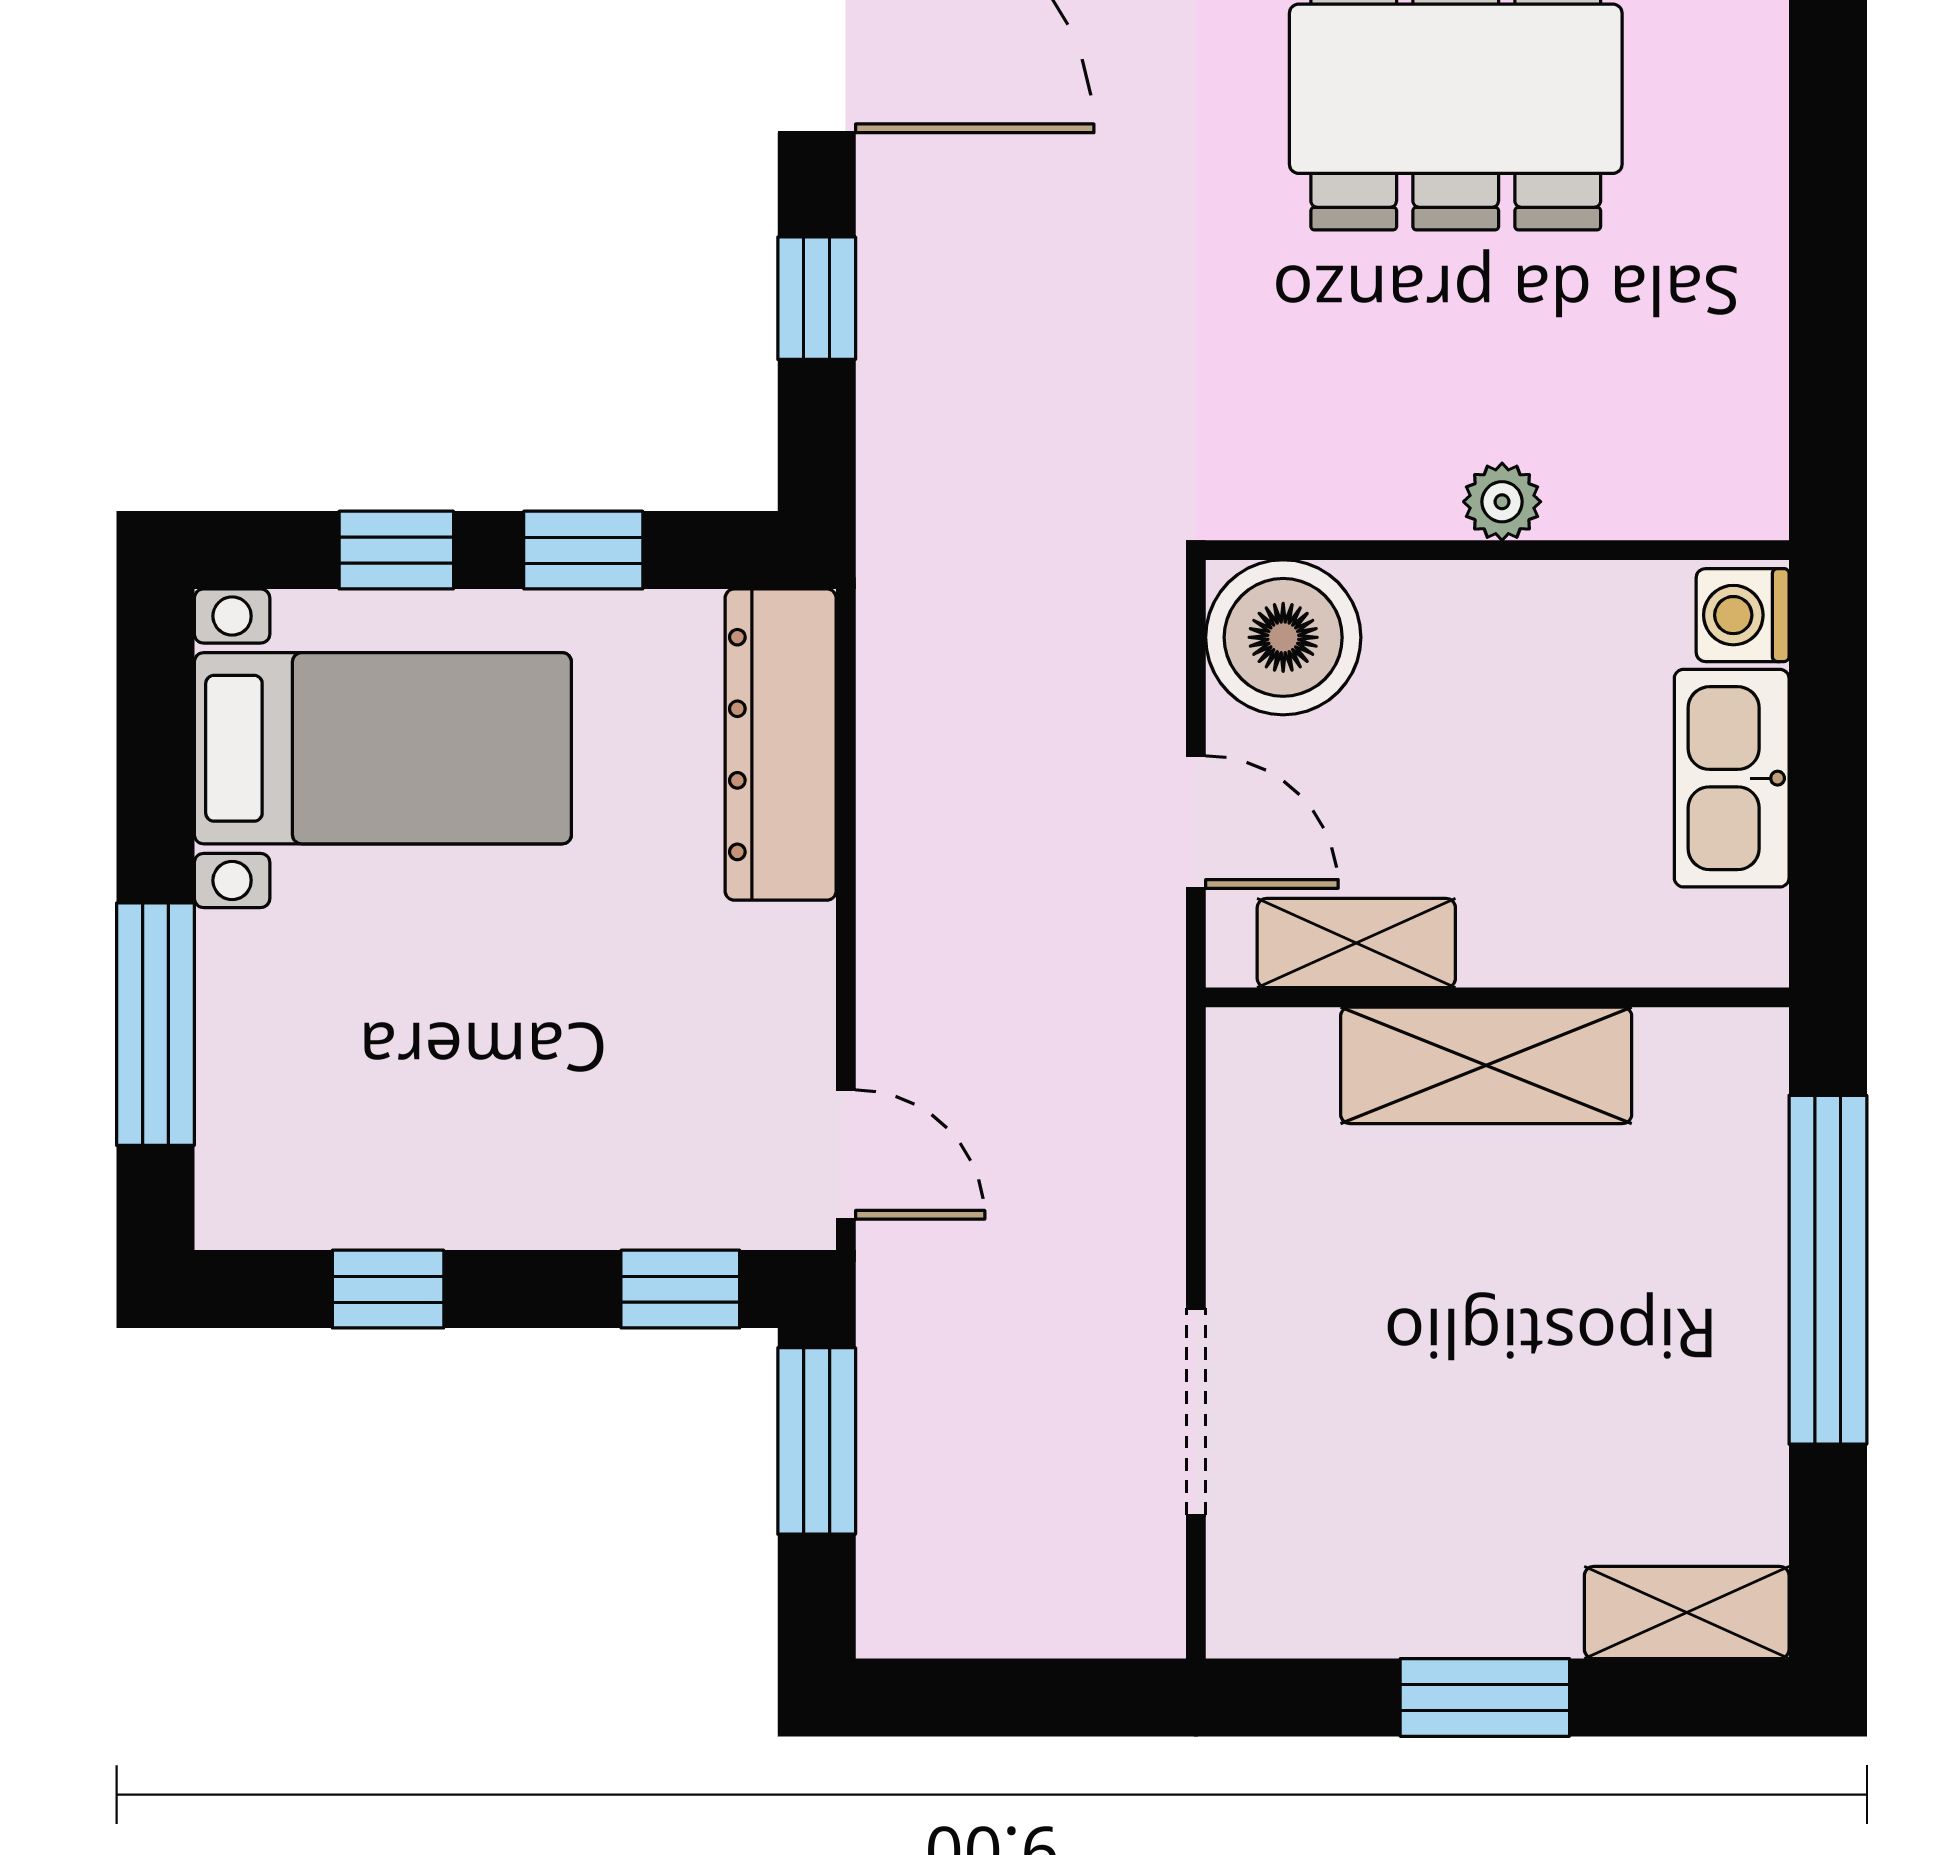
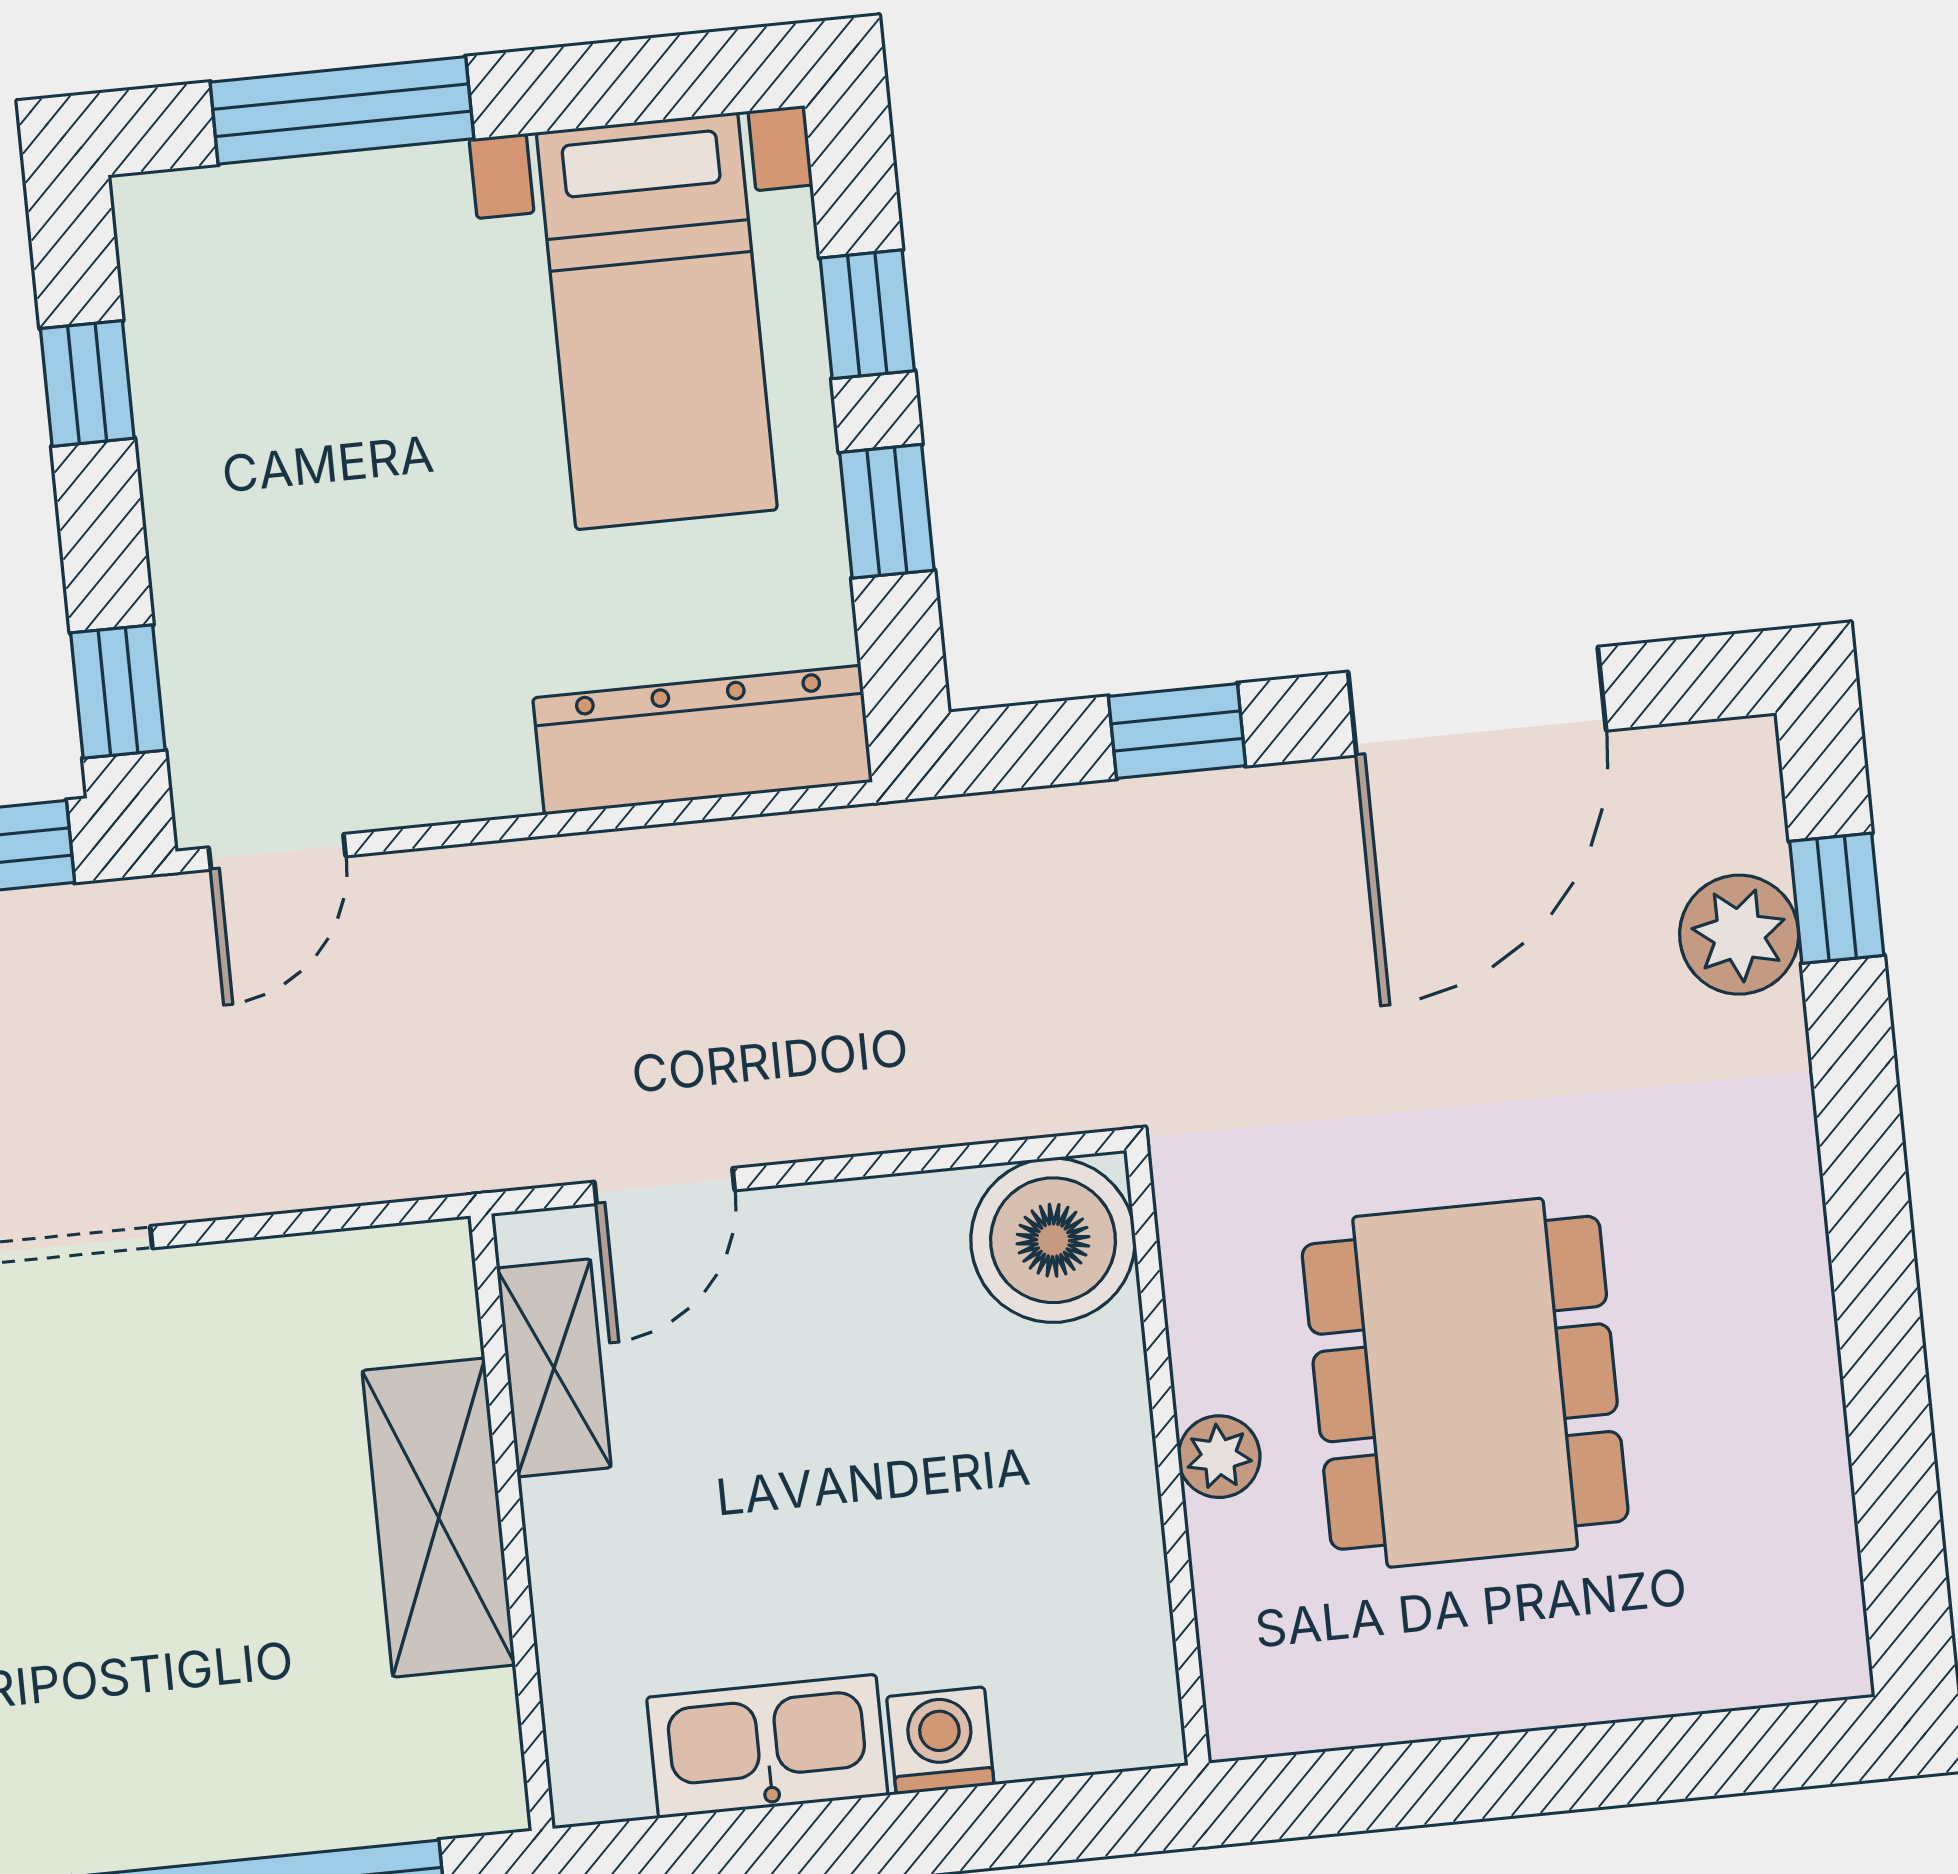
plant: (1502, 502) -> (1219, 1457), moved
wall: (1497, 550) -> (1168, 1457), moved
boiler: (1283, 637) -> (1053, 1240), moved

